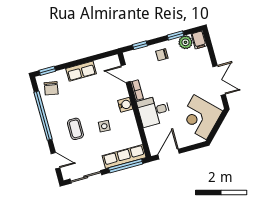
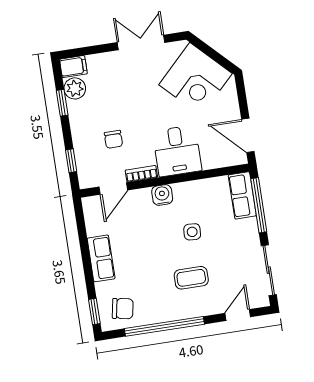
chair: (162, 55) -> (113, 139), moved
row of seats: (124, 157) -> (242, 195), width x0.68

